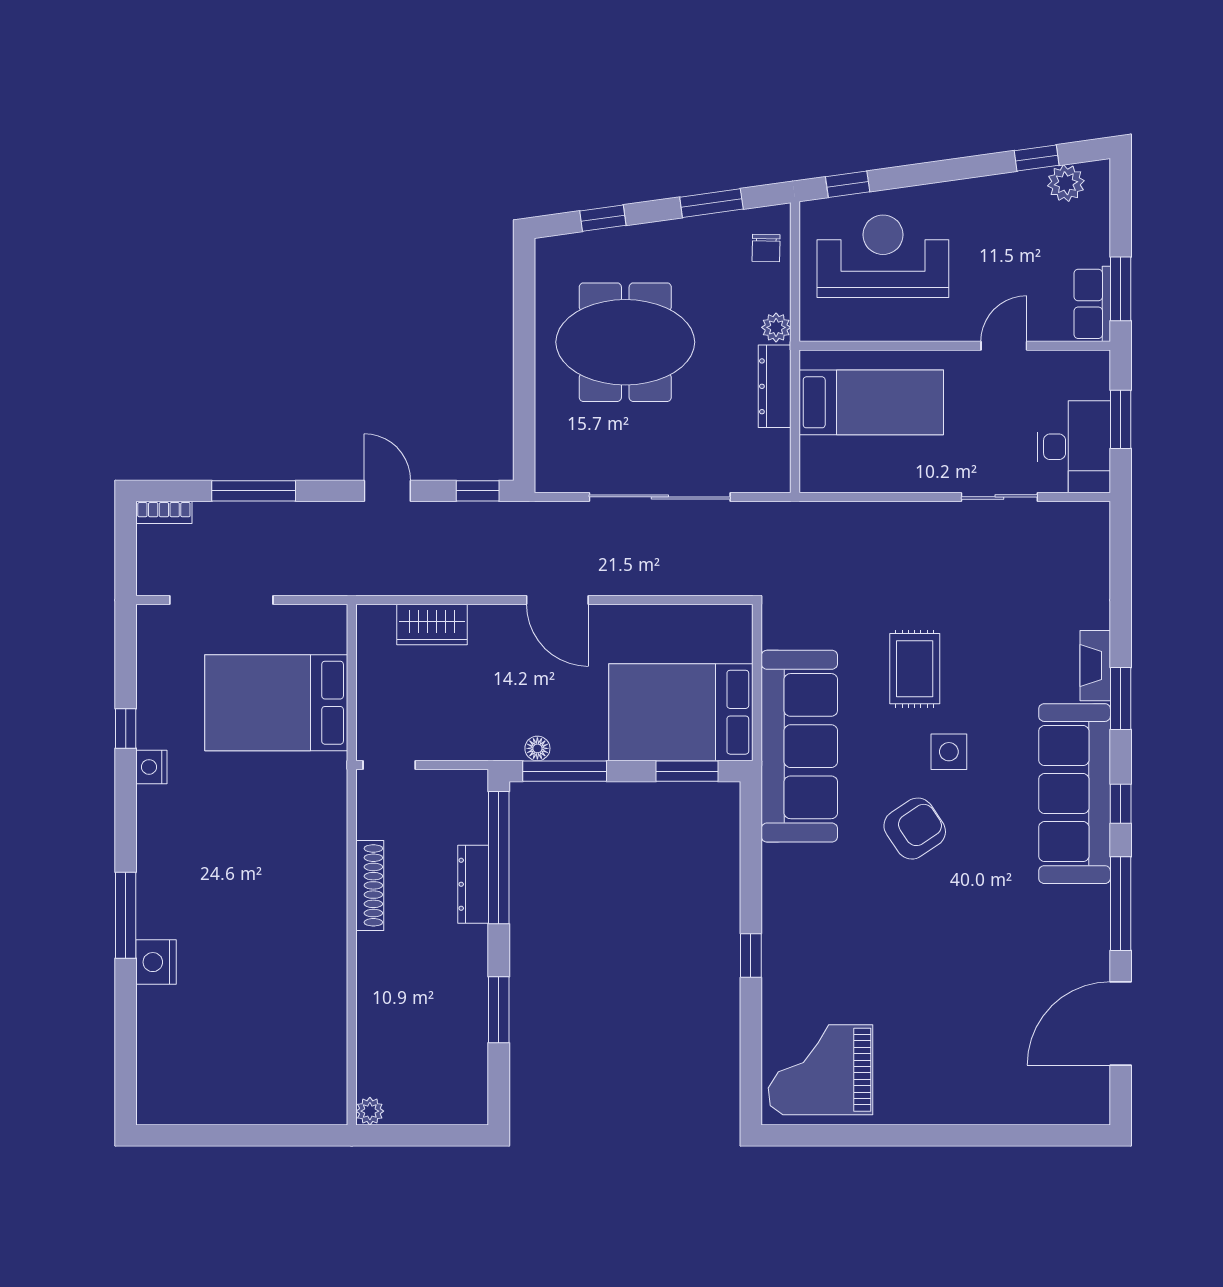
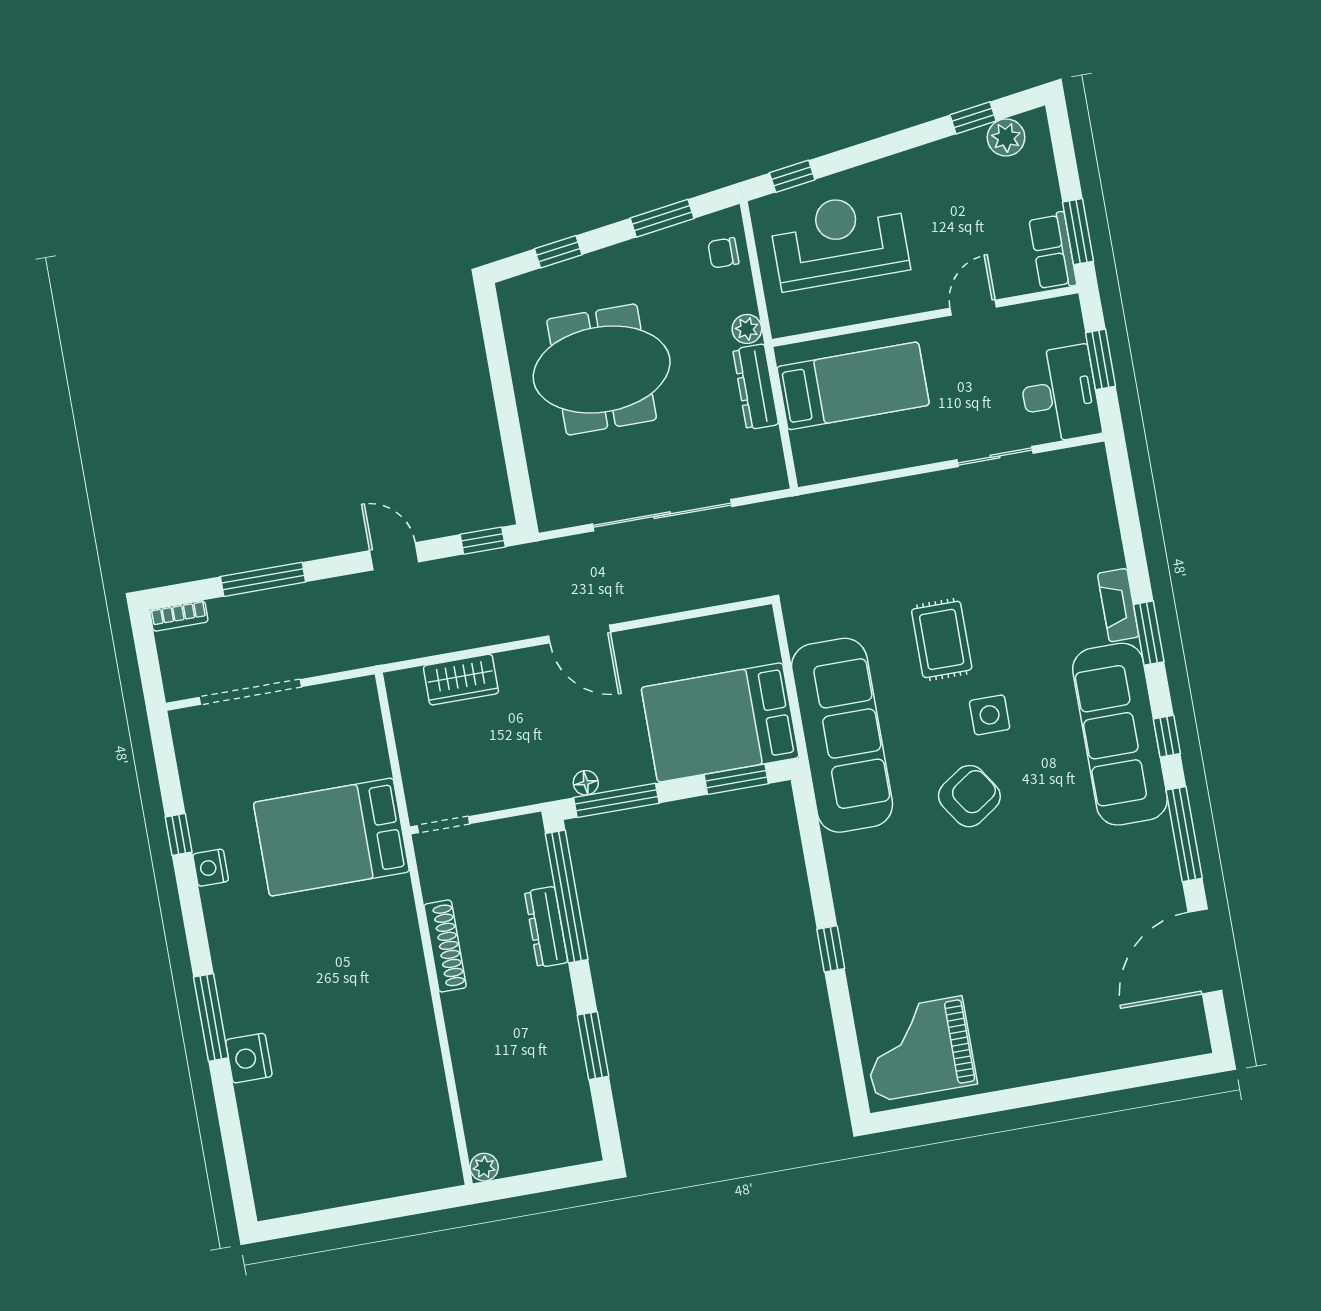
chair: (766, 248) -> (723, 253), turned 89
bed: (276, 703) -> (331, 837), moved

